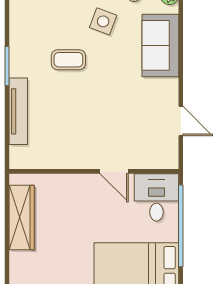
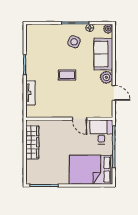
coffee table: (68, 60) -> (67, 75), moved
plant: (166, 91) -> (106, 77), added
tv unit: (18, 111) -> (30, 93), width x0.71

